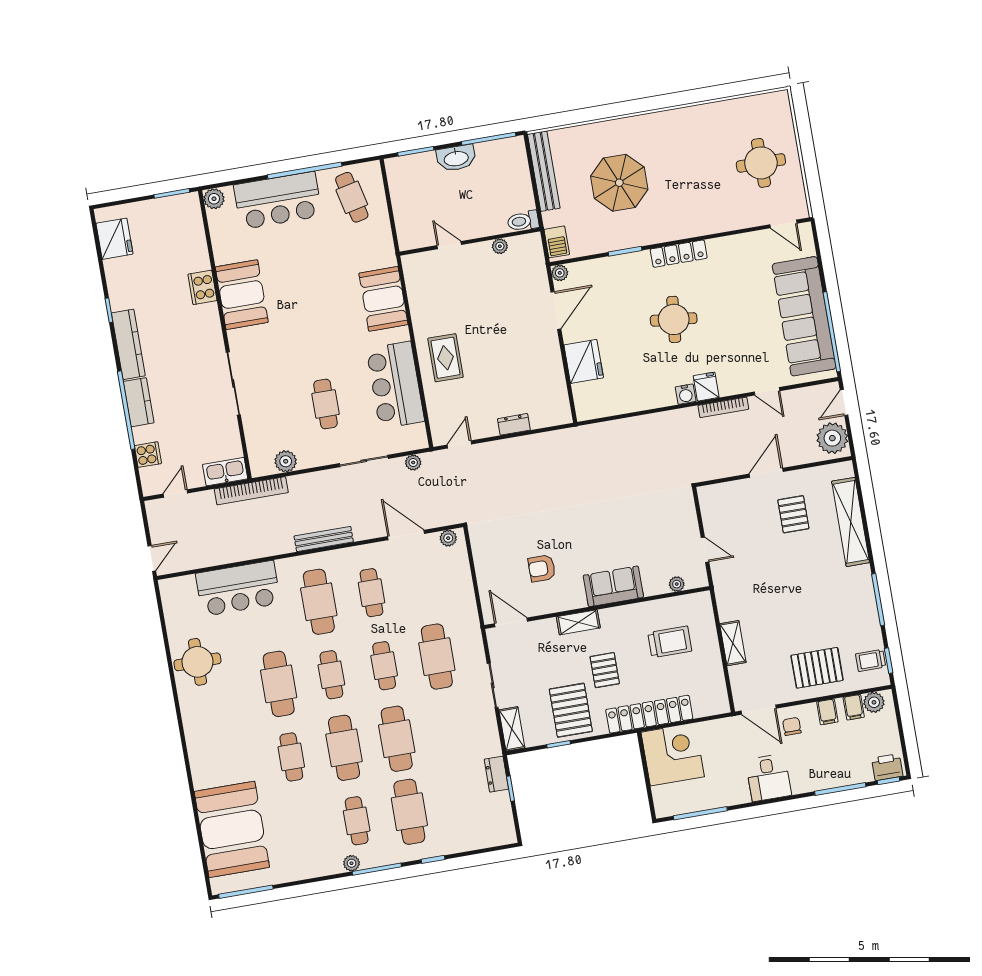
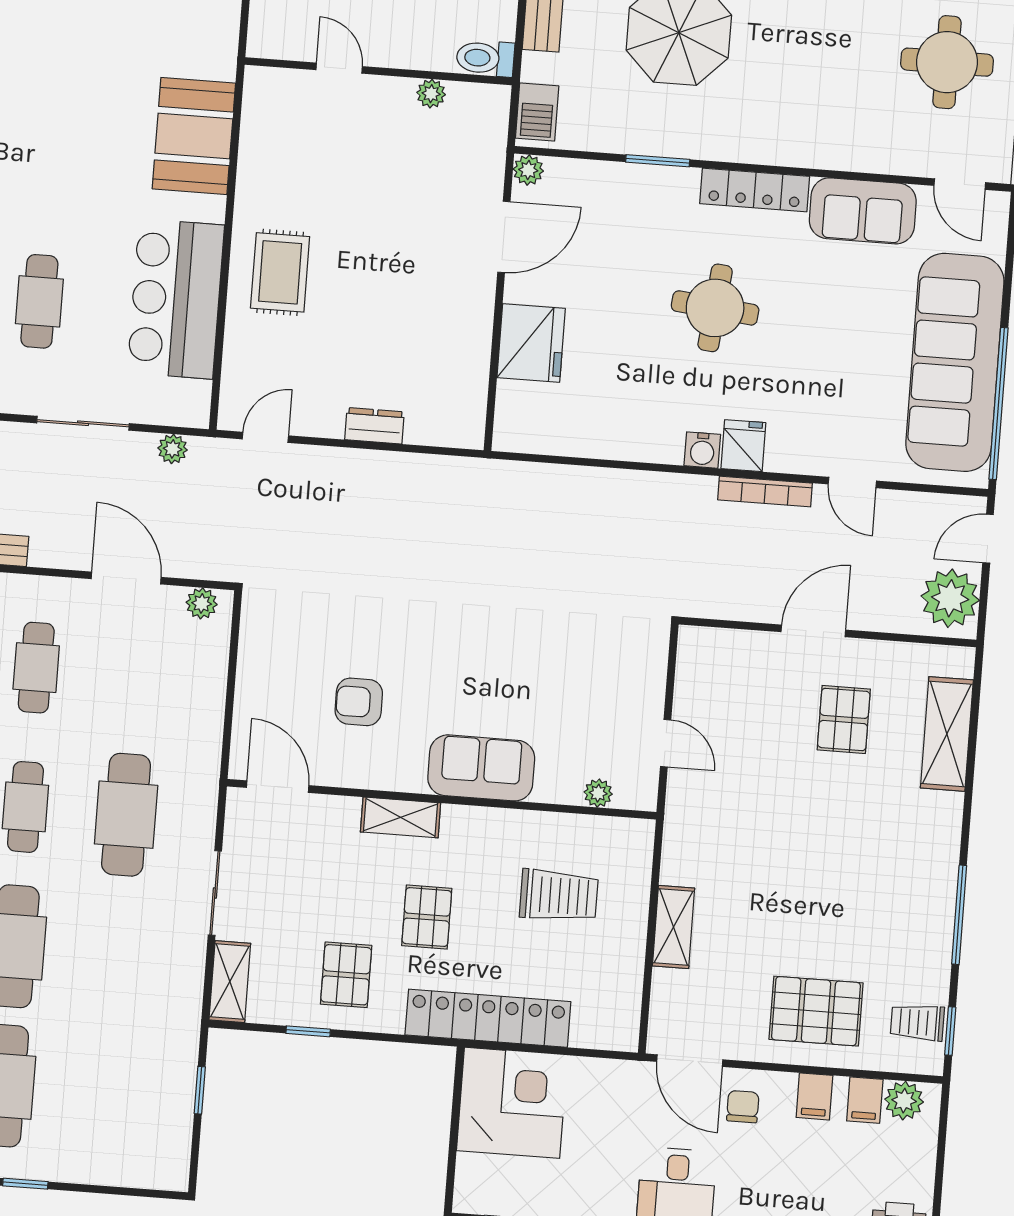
sofa: (737, 250) -> (863, 211), added
shelving: (851, 522) -> (947, 734), width x0.68
pallet: (571, 710) -> (346, 975), width x0.67, depth x0.71
dresser: (496, 774) -> (180, 1057), removed

